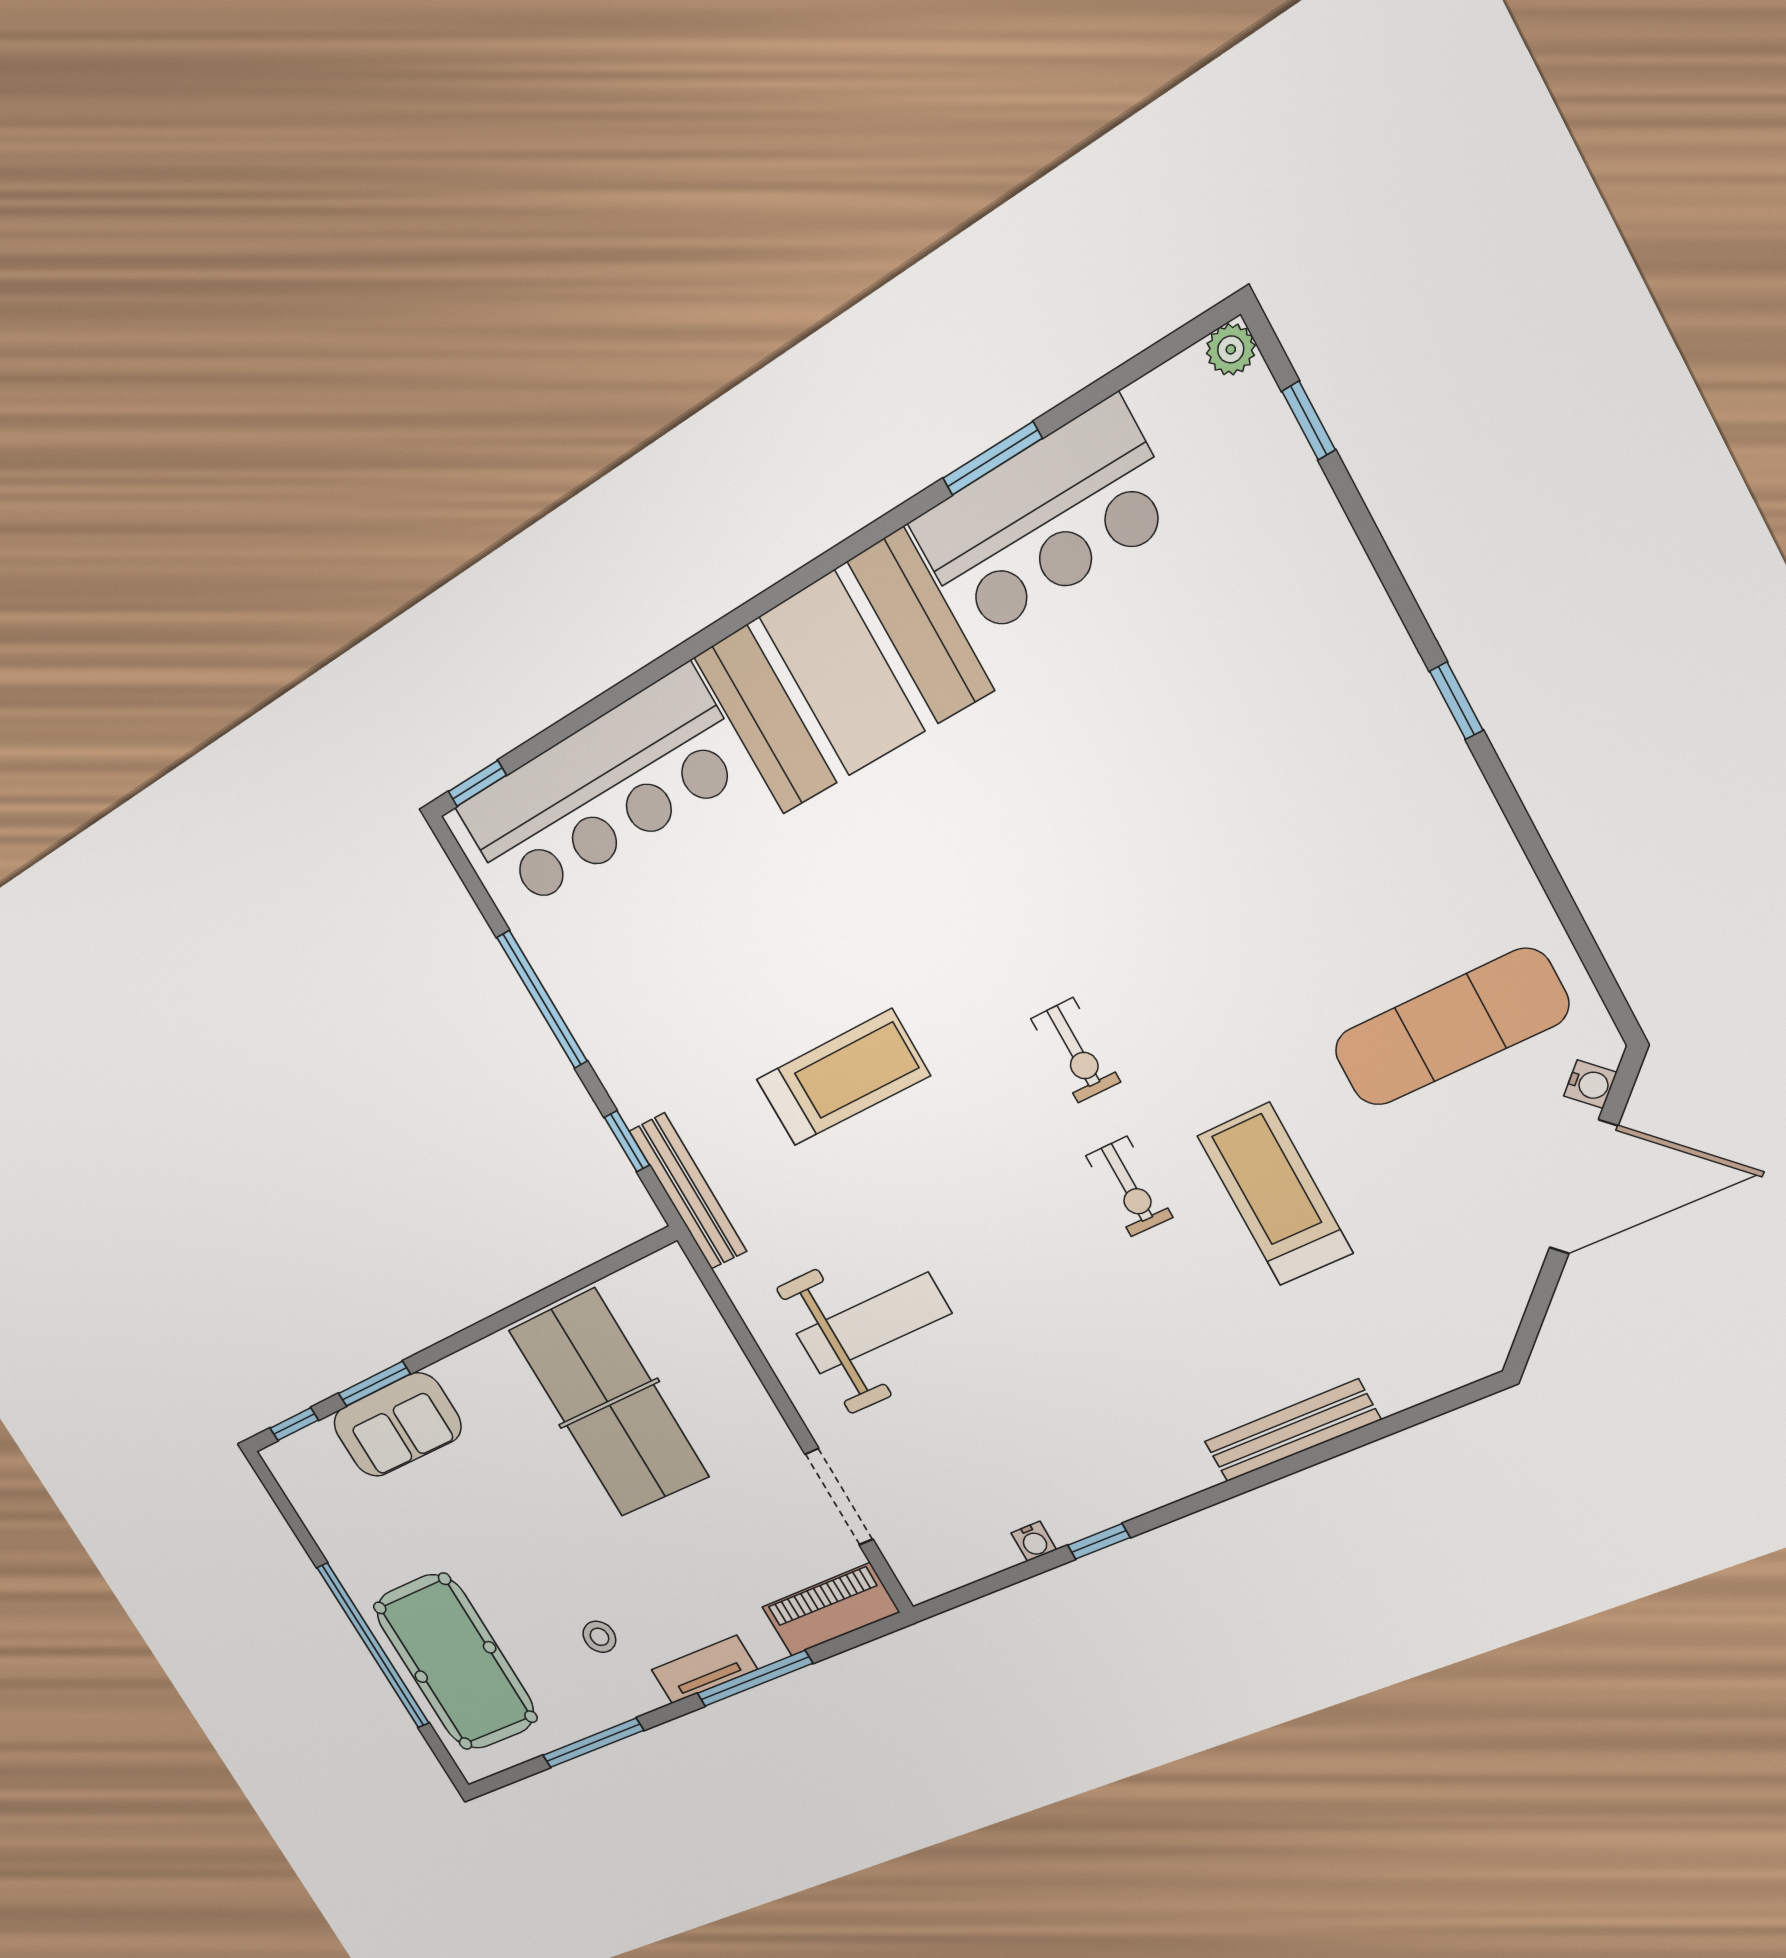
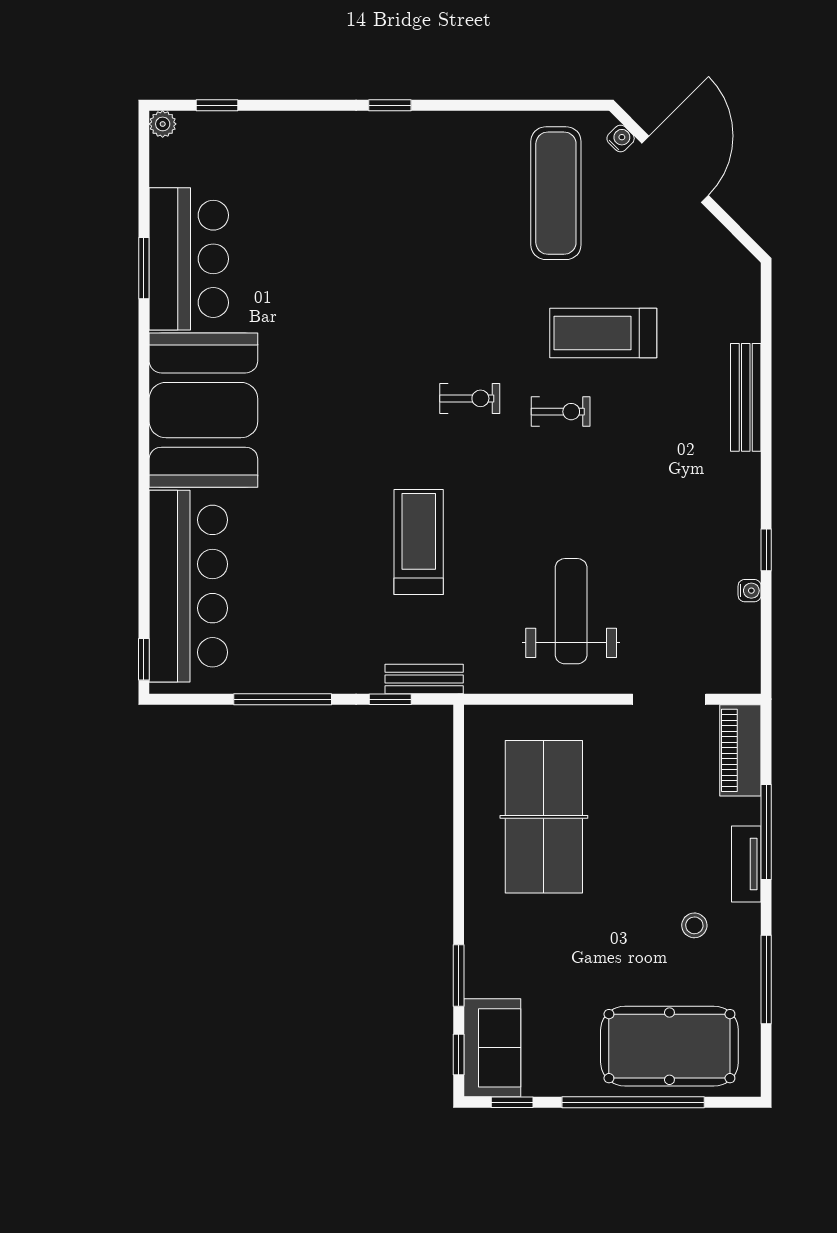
bench: (688, 1191) -> (424, 679), width x0.73
table tennis table: (609, 1403) -> (544, 817), turned 90
sofa: (397, 1425) -> (492, 1048), moved
window: (286, 1509) -> (512, 1102), added

